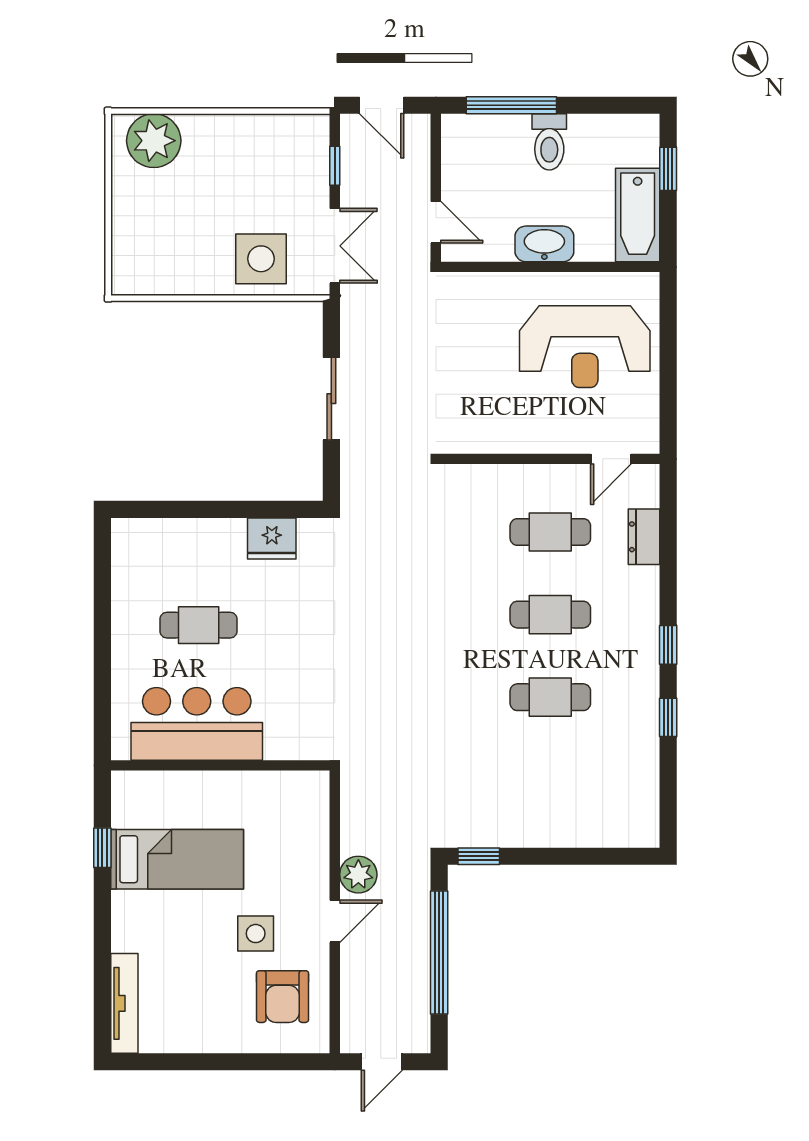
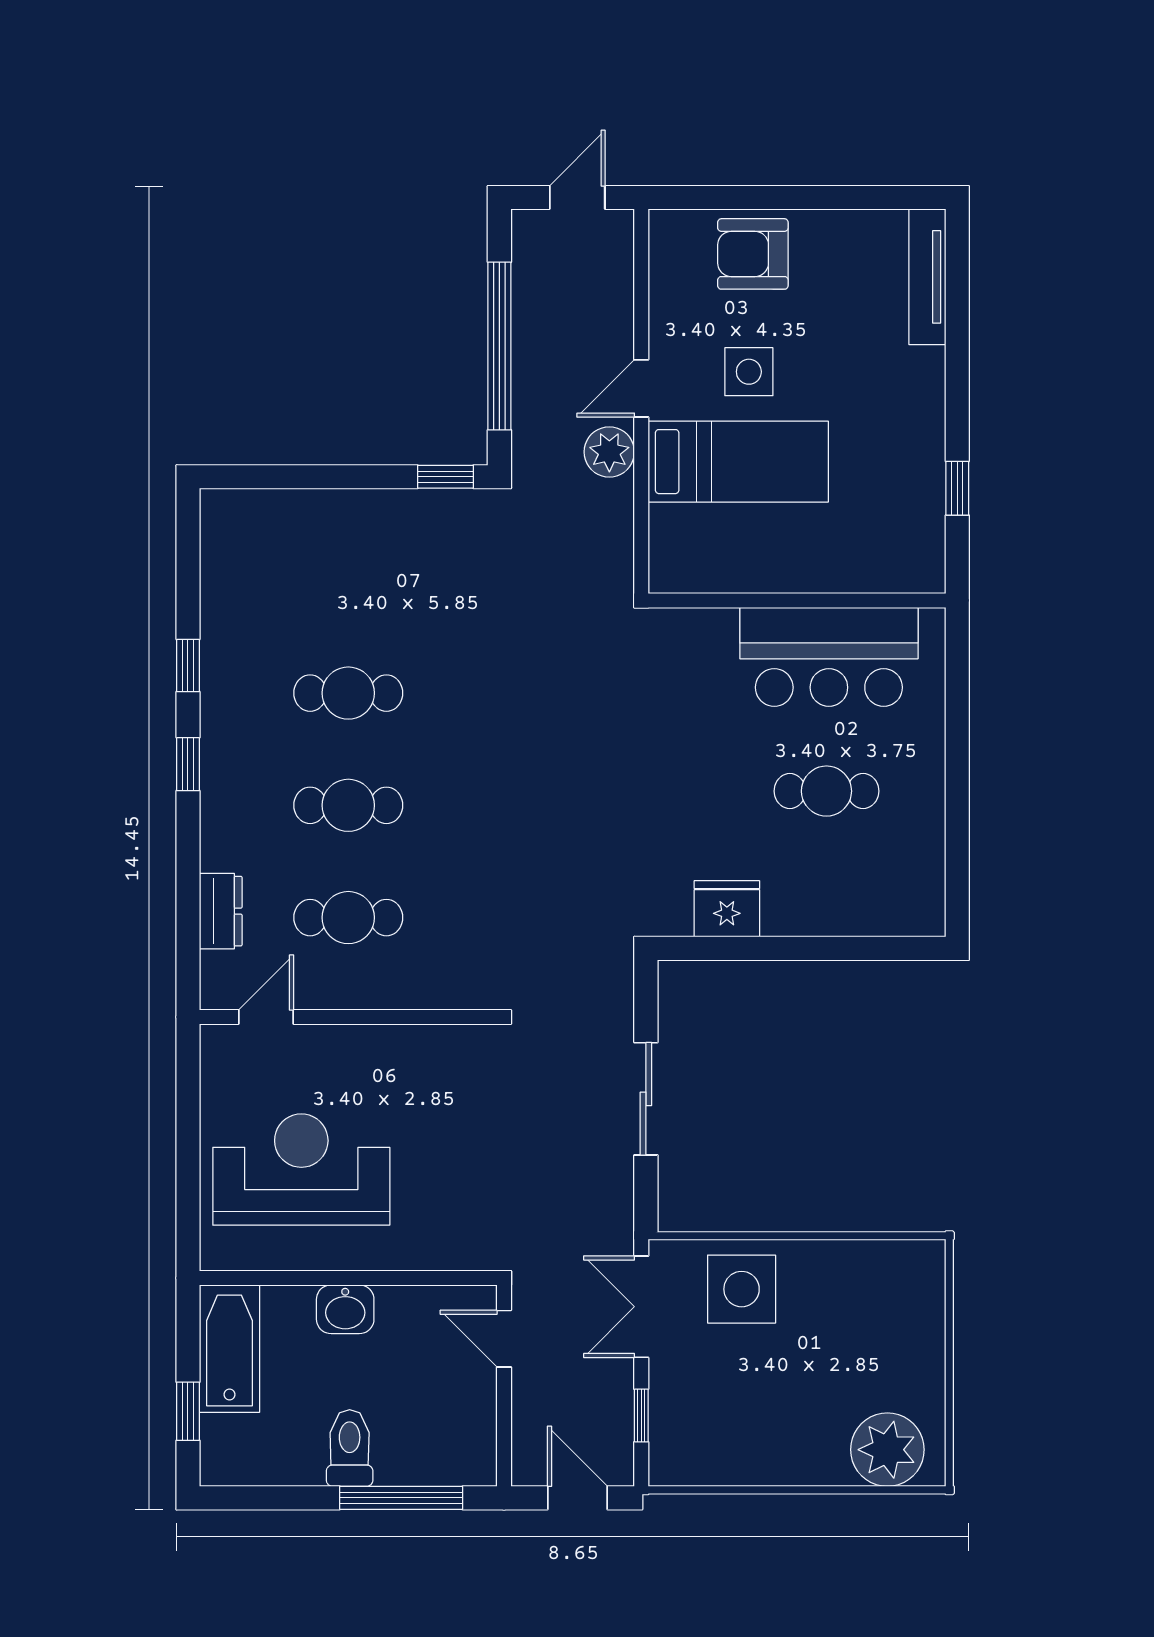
washbasin: (544, 244) -> (345, 1309), width x0.72
bed: (177, 859) -> (738, 462), moved, turned 180
armchair: (283, 997) -> (753, 254), moved, turned -90

